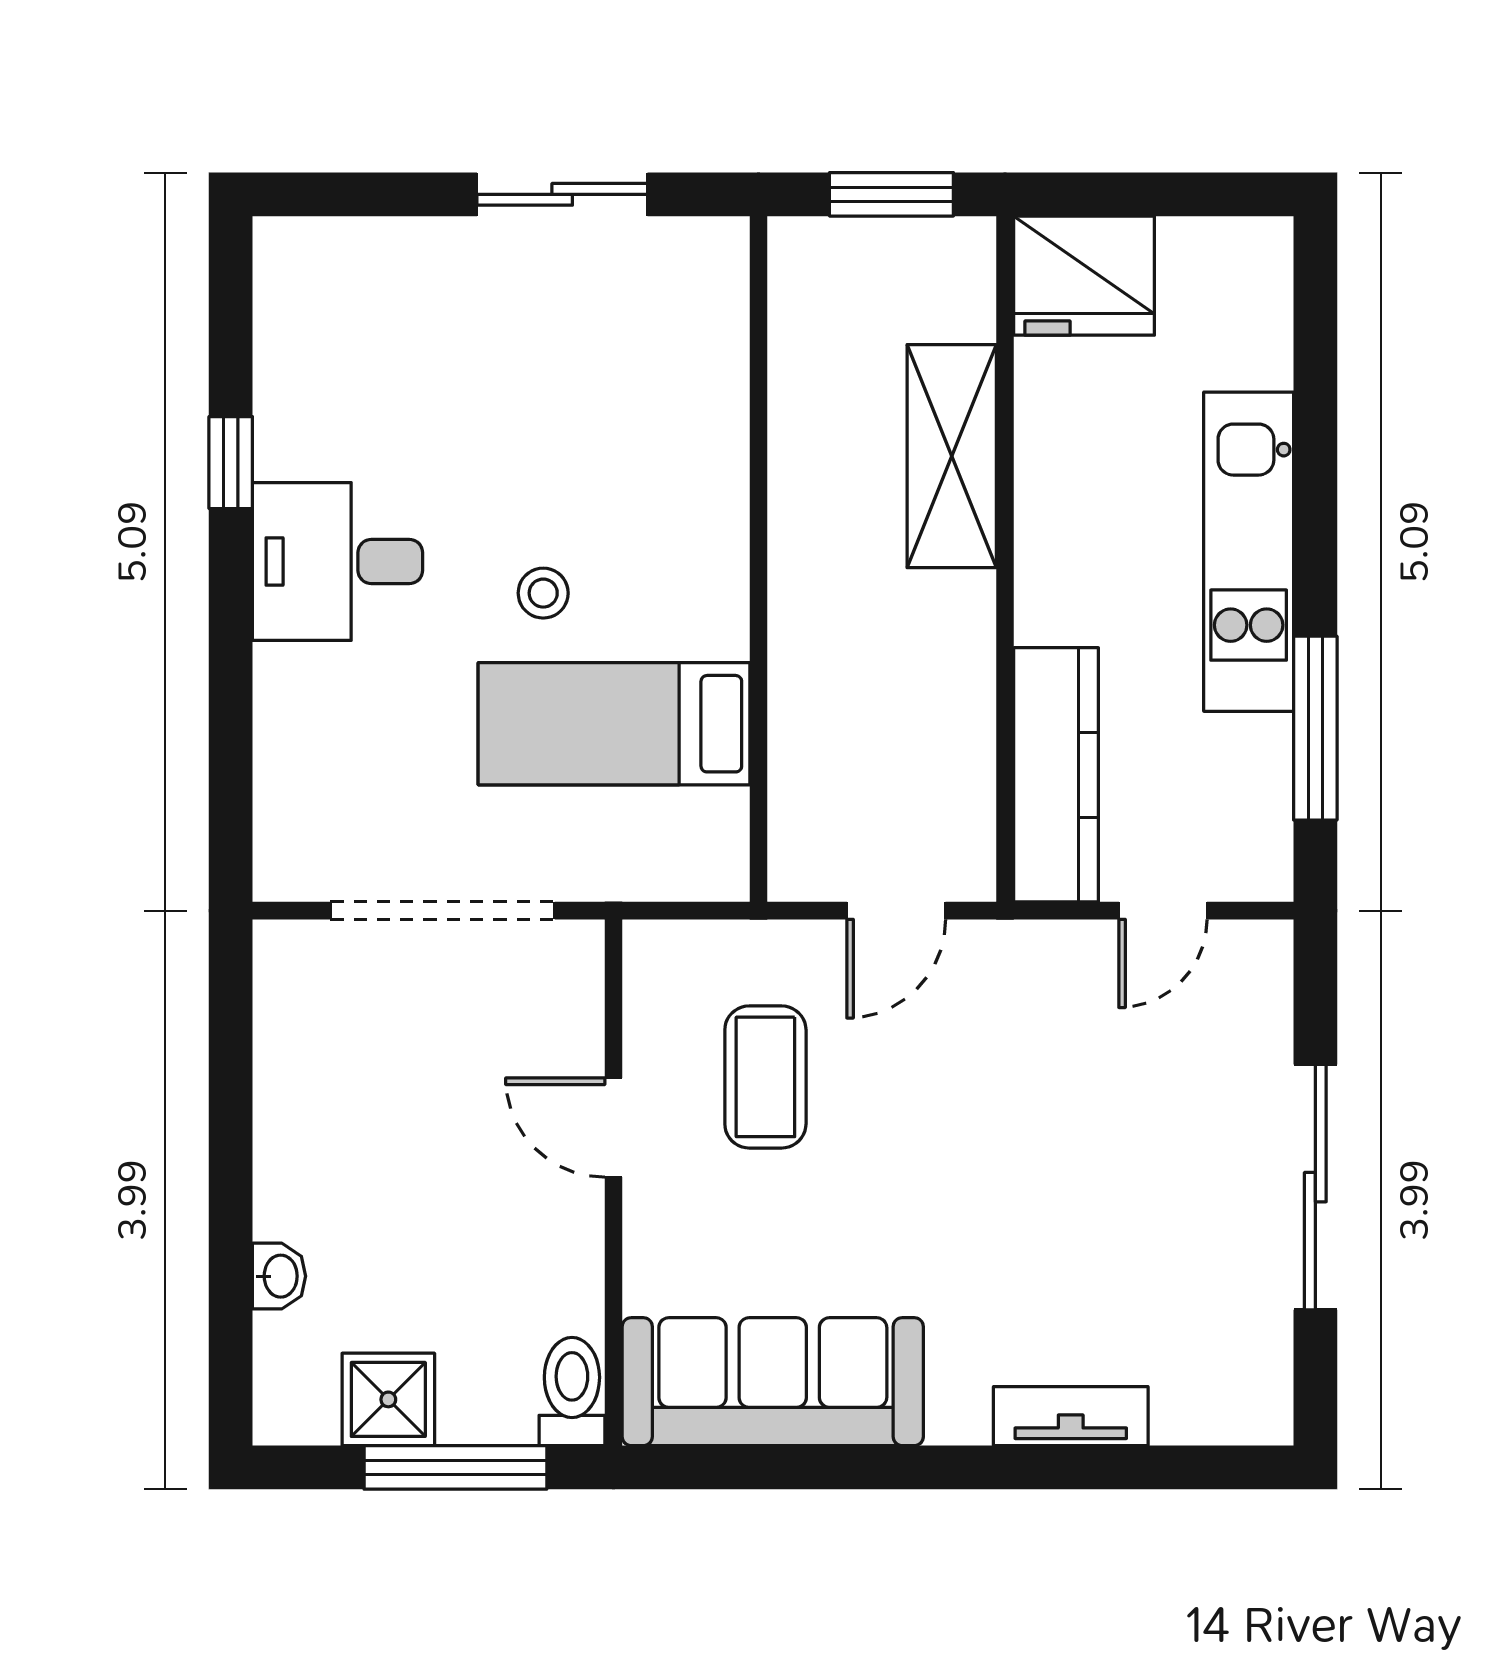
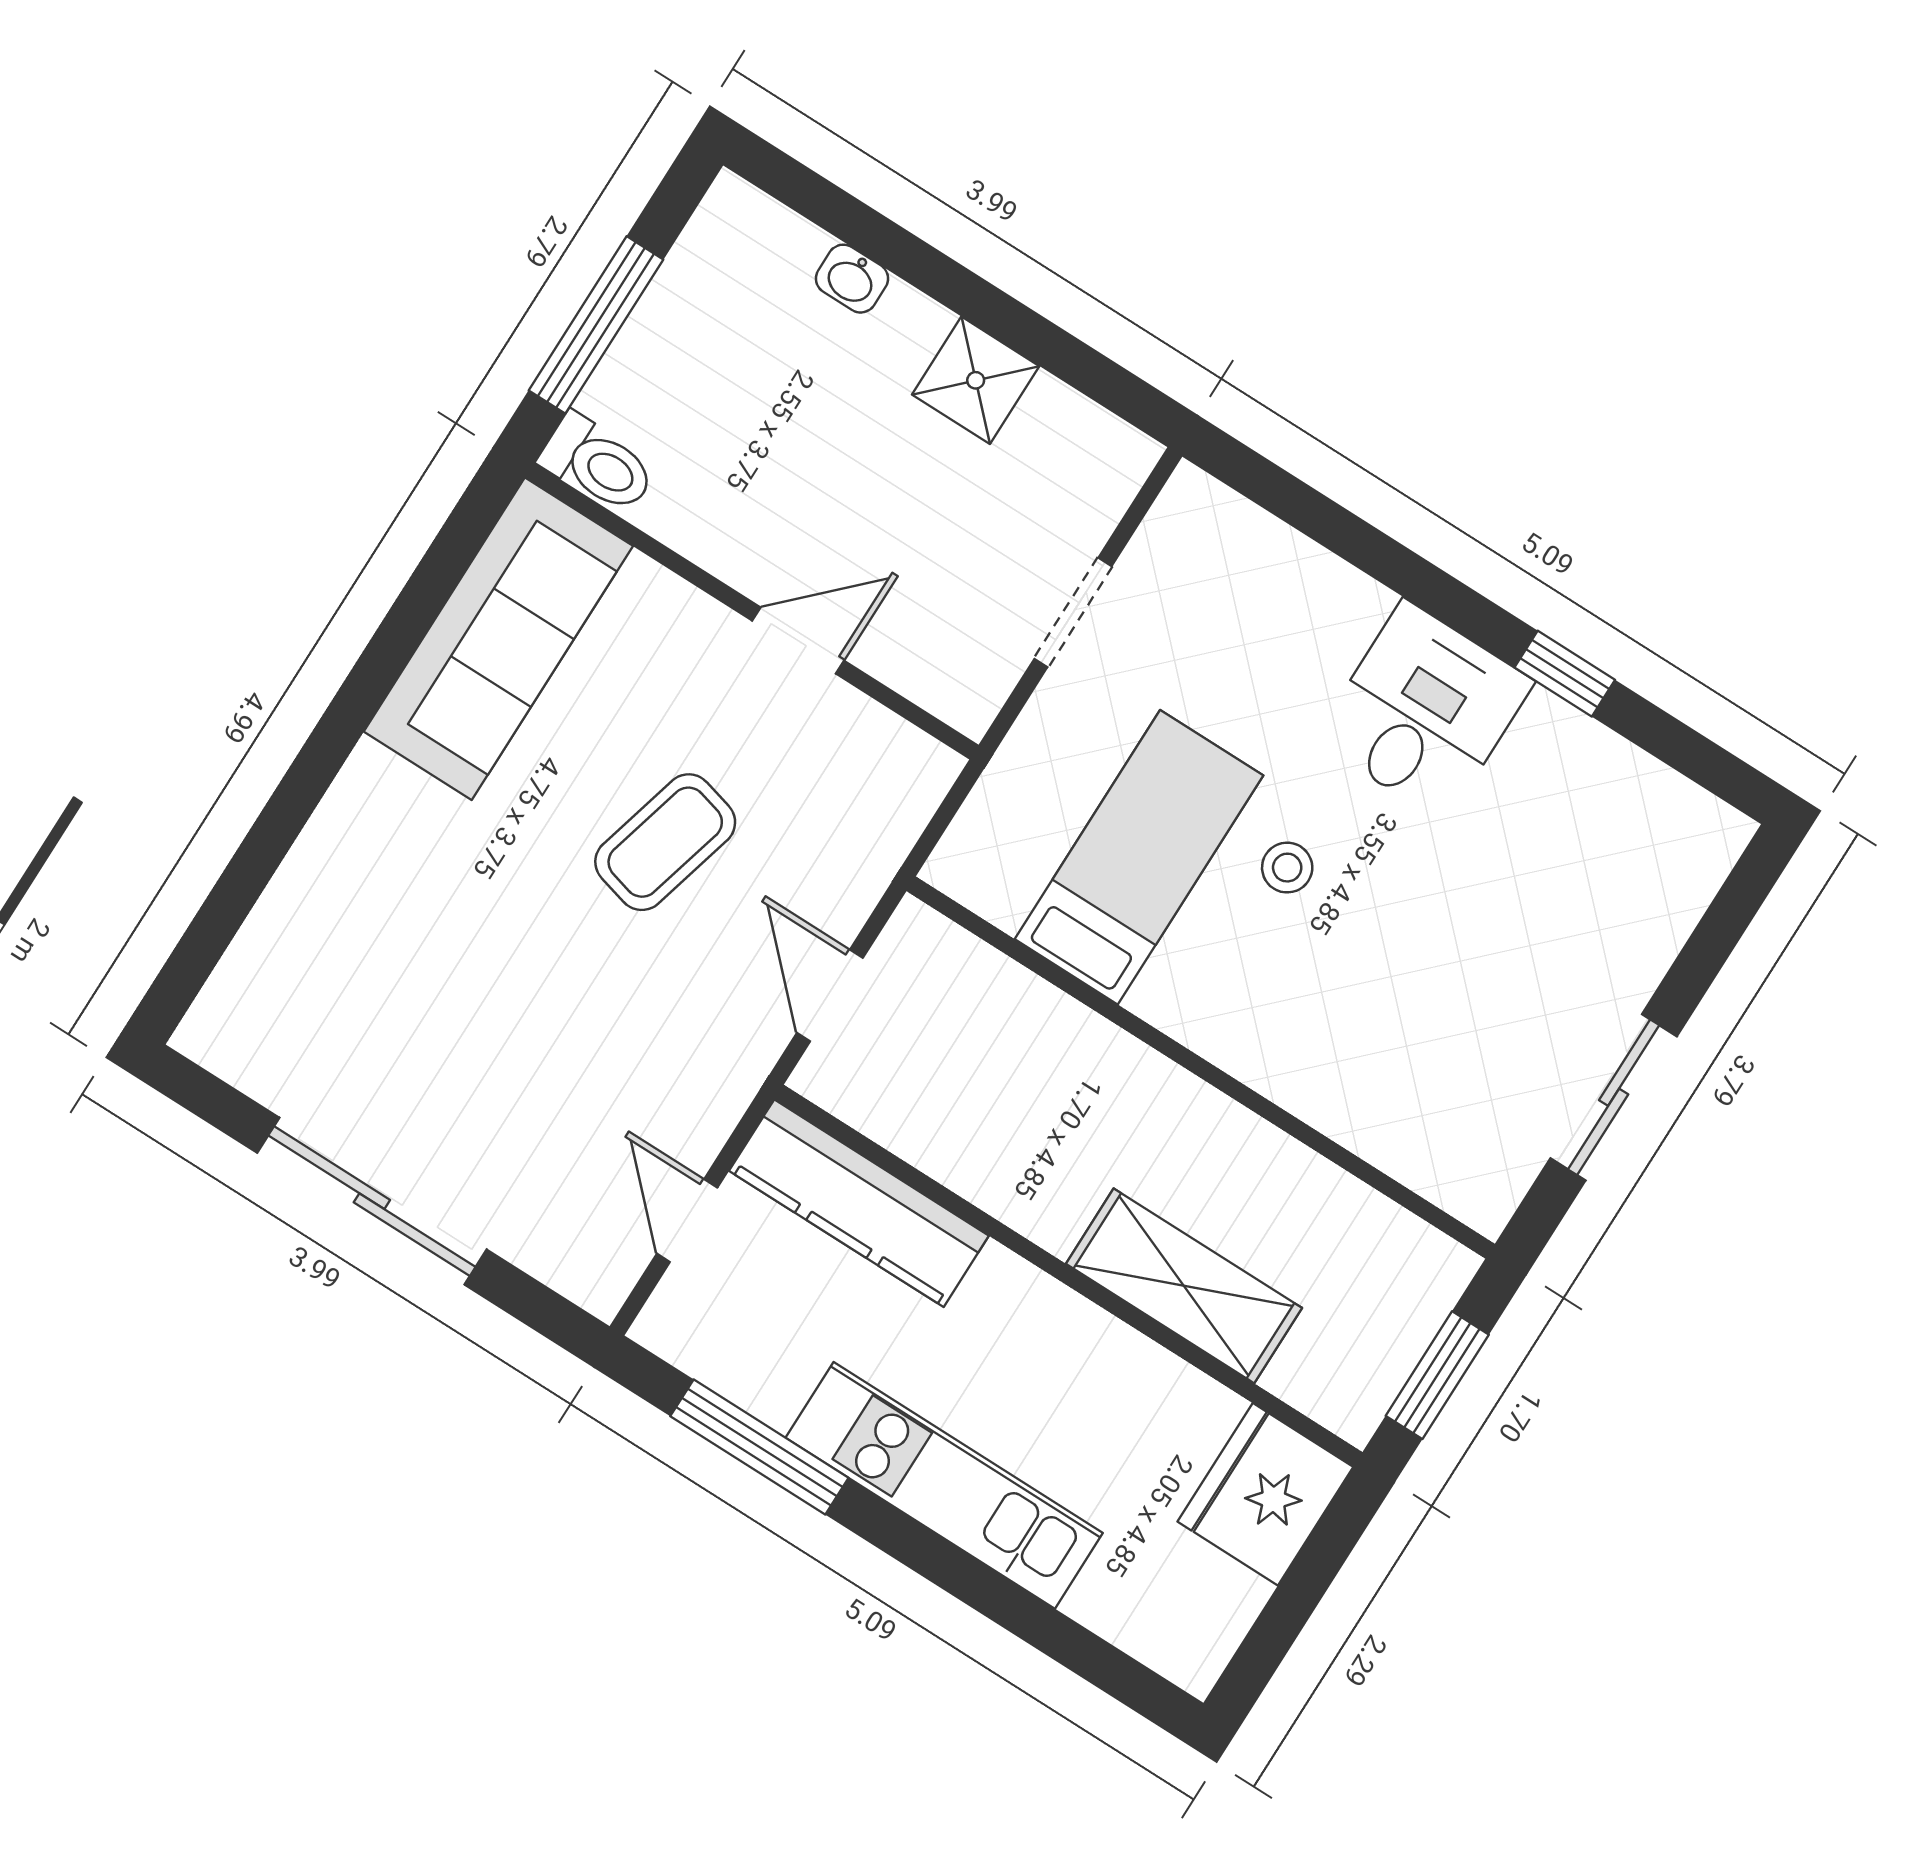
doorway: (443, 911) -> (1073, 612), width x0.53
coffee table: (765, 1077) -> (665, 842), moved, turned -75
shower: (388, 1399) -> (976, 380), moved
tv unit: (1071, 1416) -> (310, 872), removed

